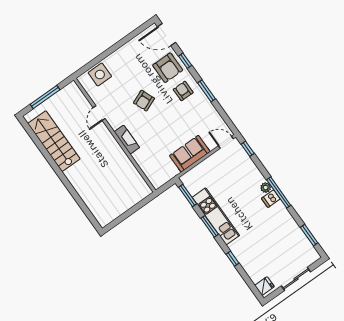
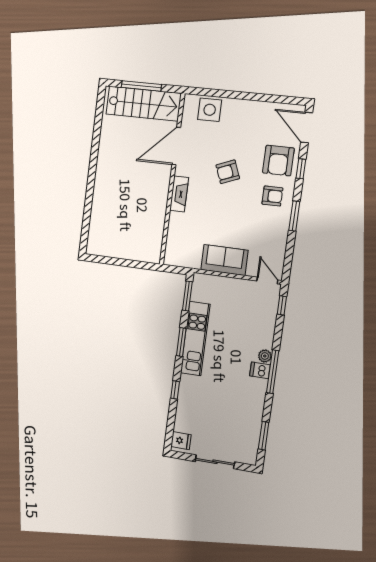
armchair: (183, 91) -> (272, 196), turned 90
door: (99, 113) -> (176, 146), width x1.87
stairs: (54, 141) -> (143, 104), moved, turned 90

